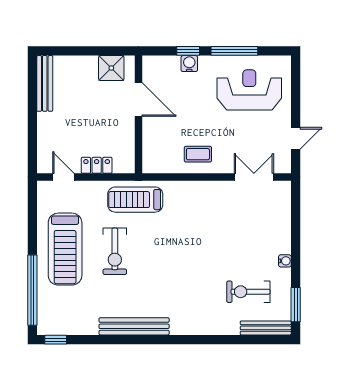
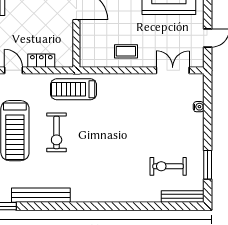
water cooler: (285, 261) -> (199, 107), moved
window: (296, 305) -> (208, 165), moved
bench: (134, 326) -> (41, 195), moved

